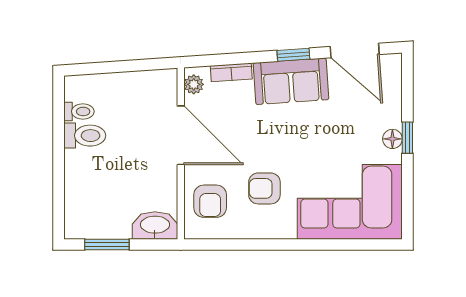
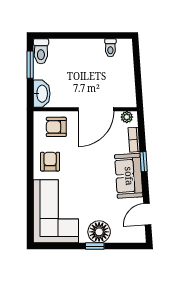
door: (355, 51) -> (147, 214), width x0.73
window: (293, 55) -> (144, 162), moved
toilet: (85, 136) -> (41, 51), moved
floor lamp: (392, 139) -> (99, 232), width x1.89, depth x1.89
armchair: (264, 188) -> (50, 162), moved

